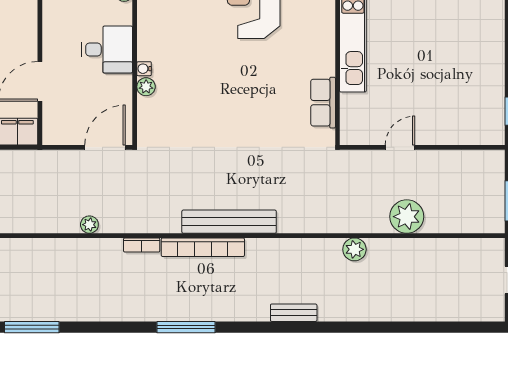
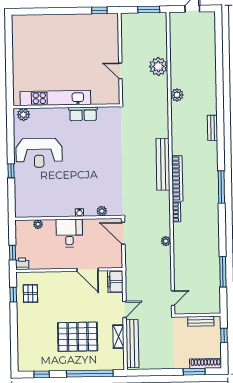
plant: (146, 87) -> (102, 211), moved
row of seats: (323, 103) -> (83, 114), moved

